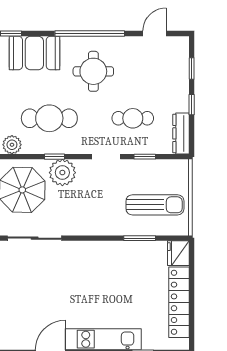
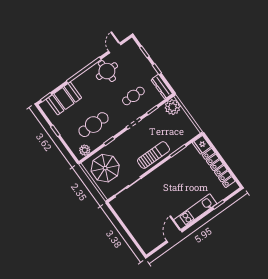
round table: (93, 71) -> (107, 71), moved
plant: (62, 173) -> (173, 107), moved
sun lounger: (155, 205) -> (154, 155), moved

